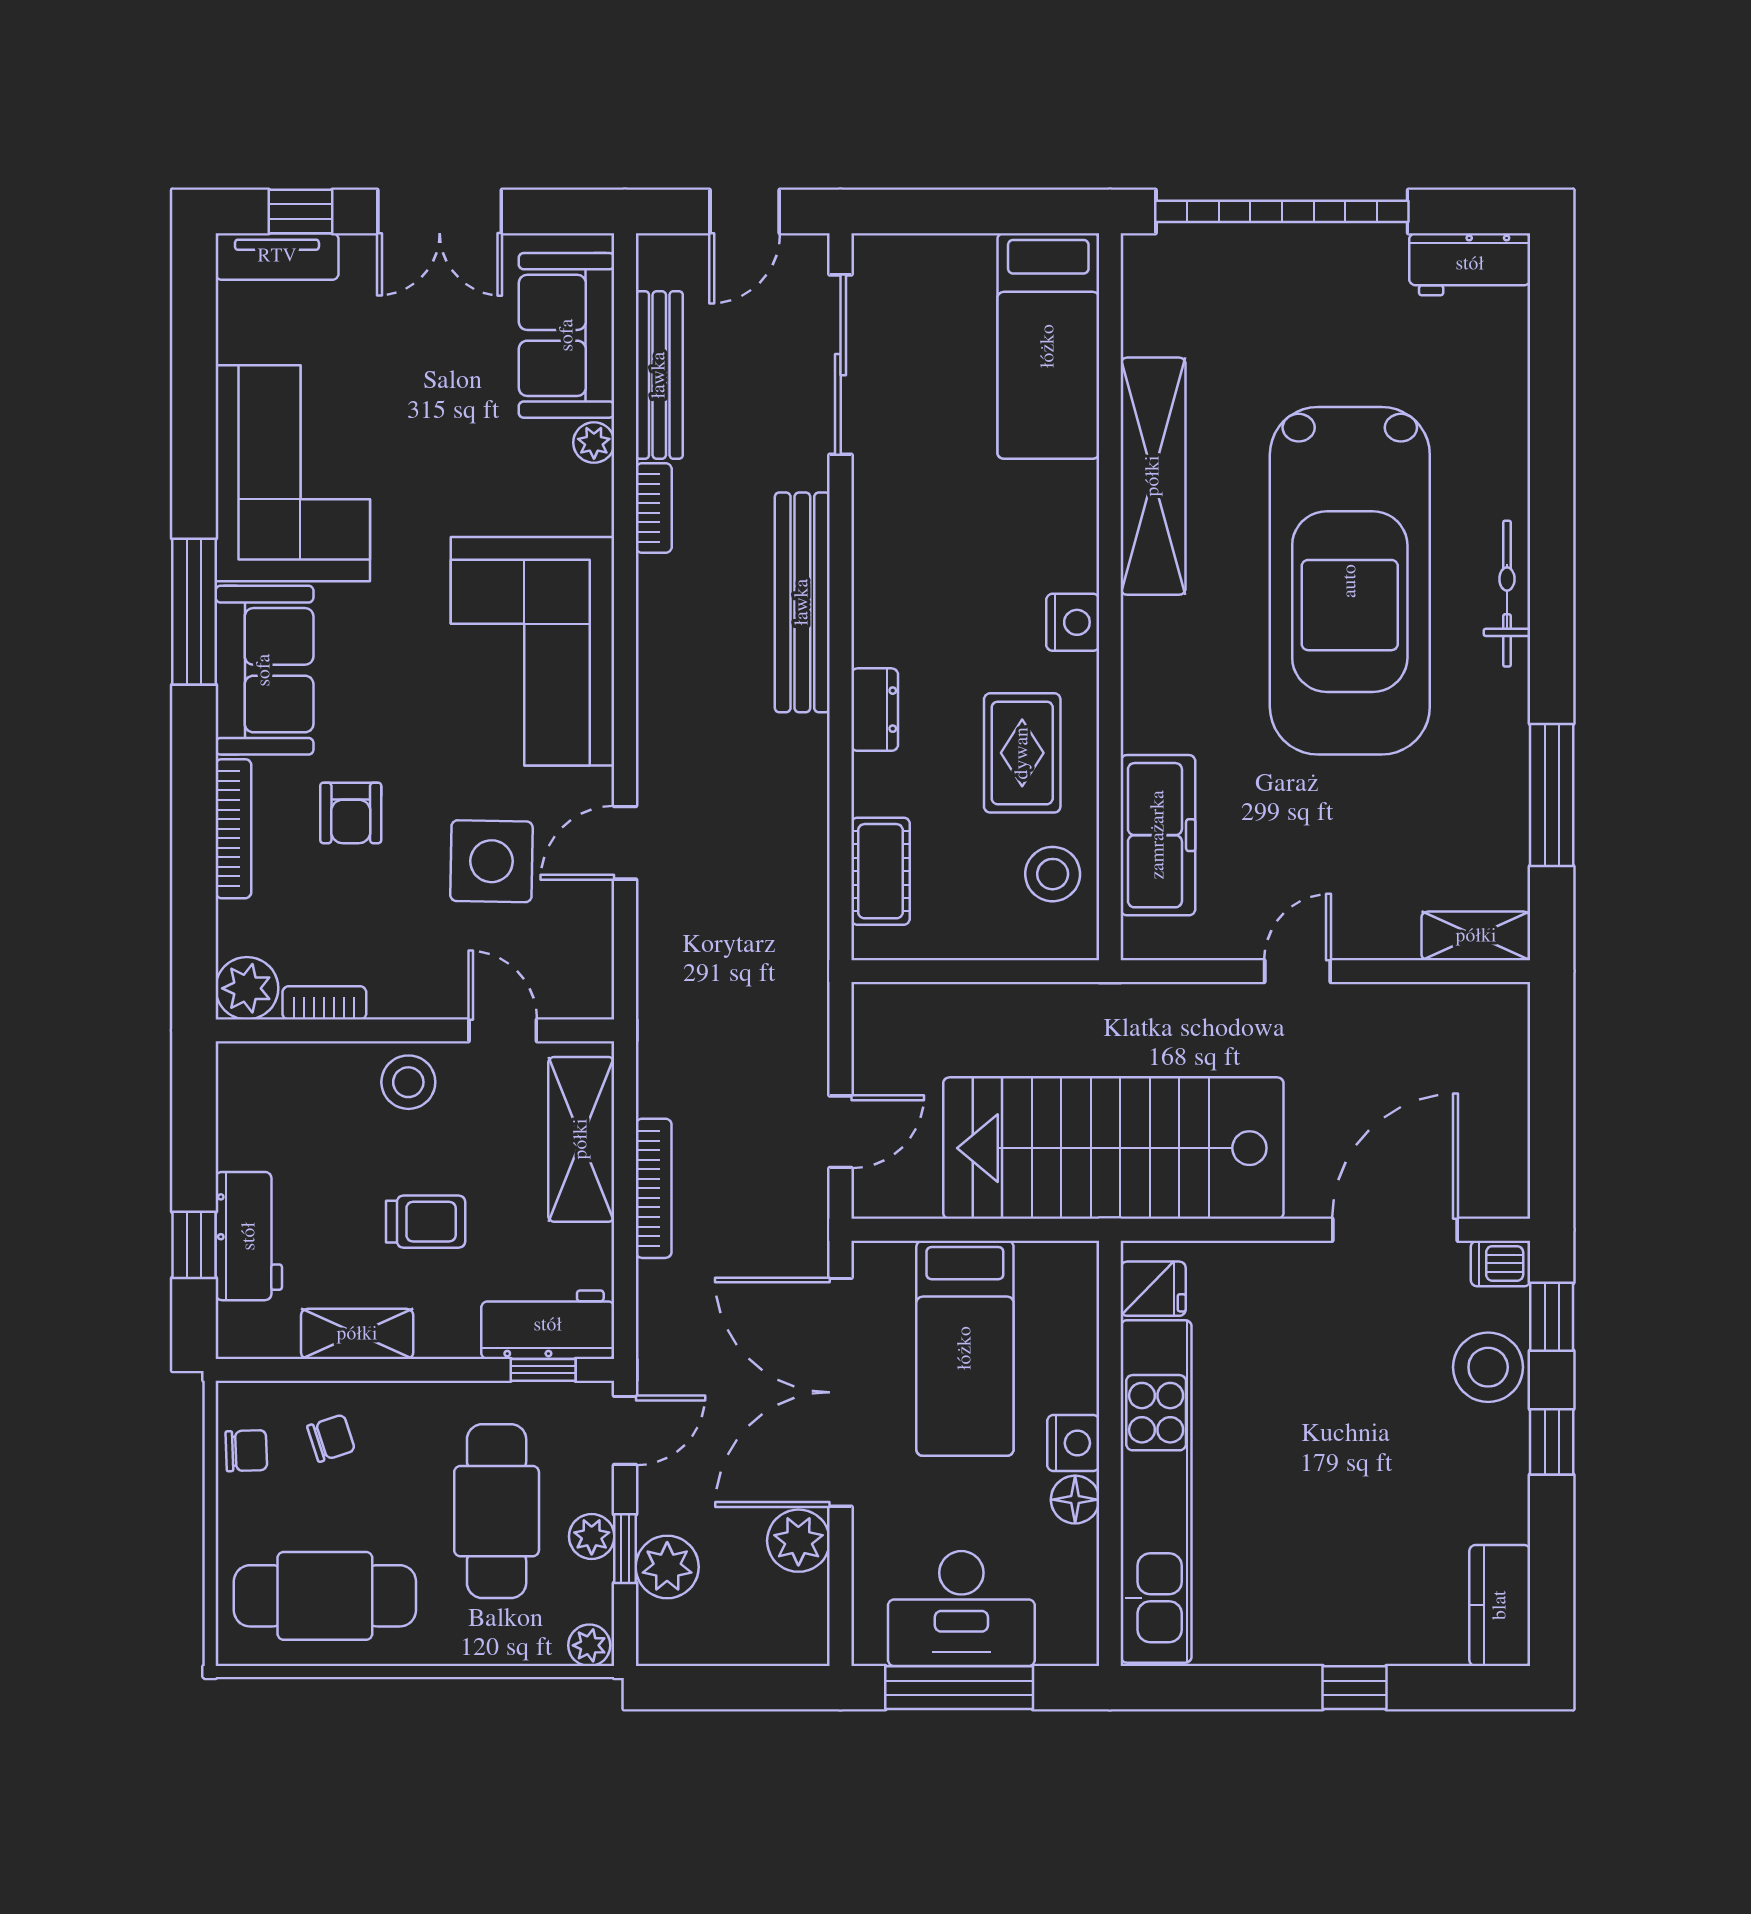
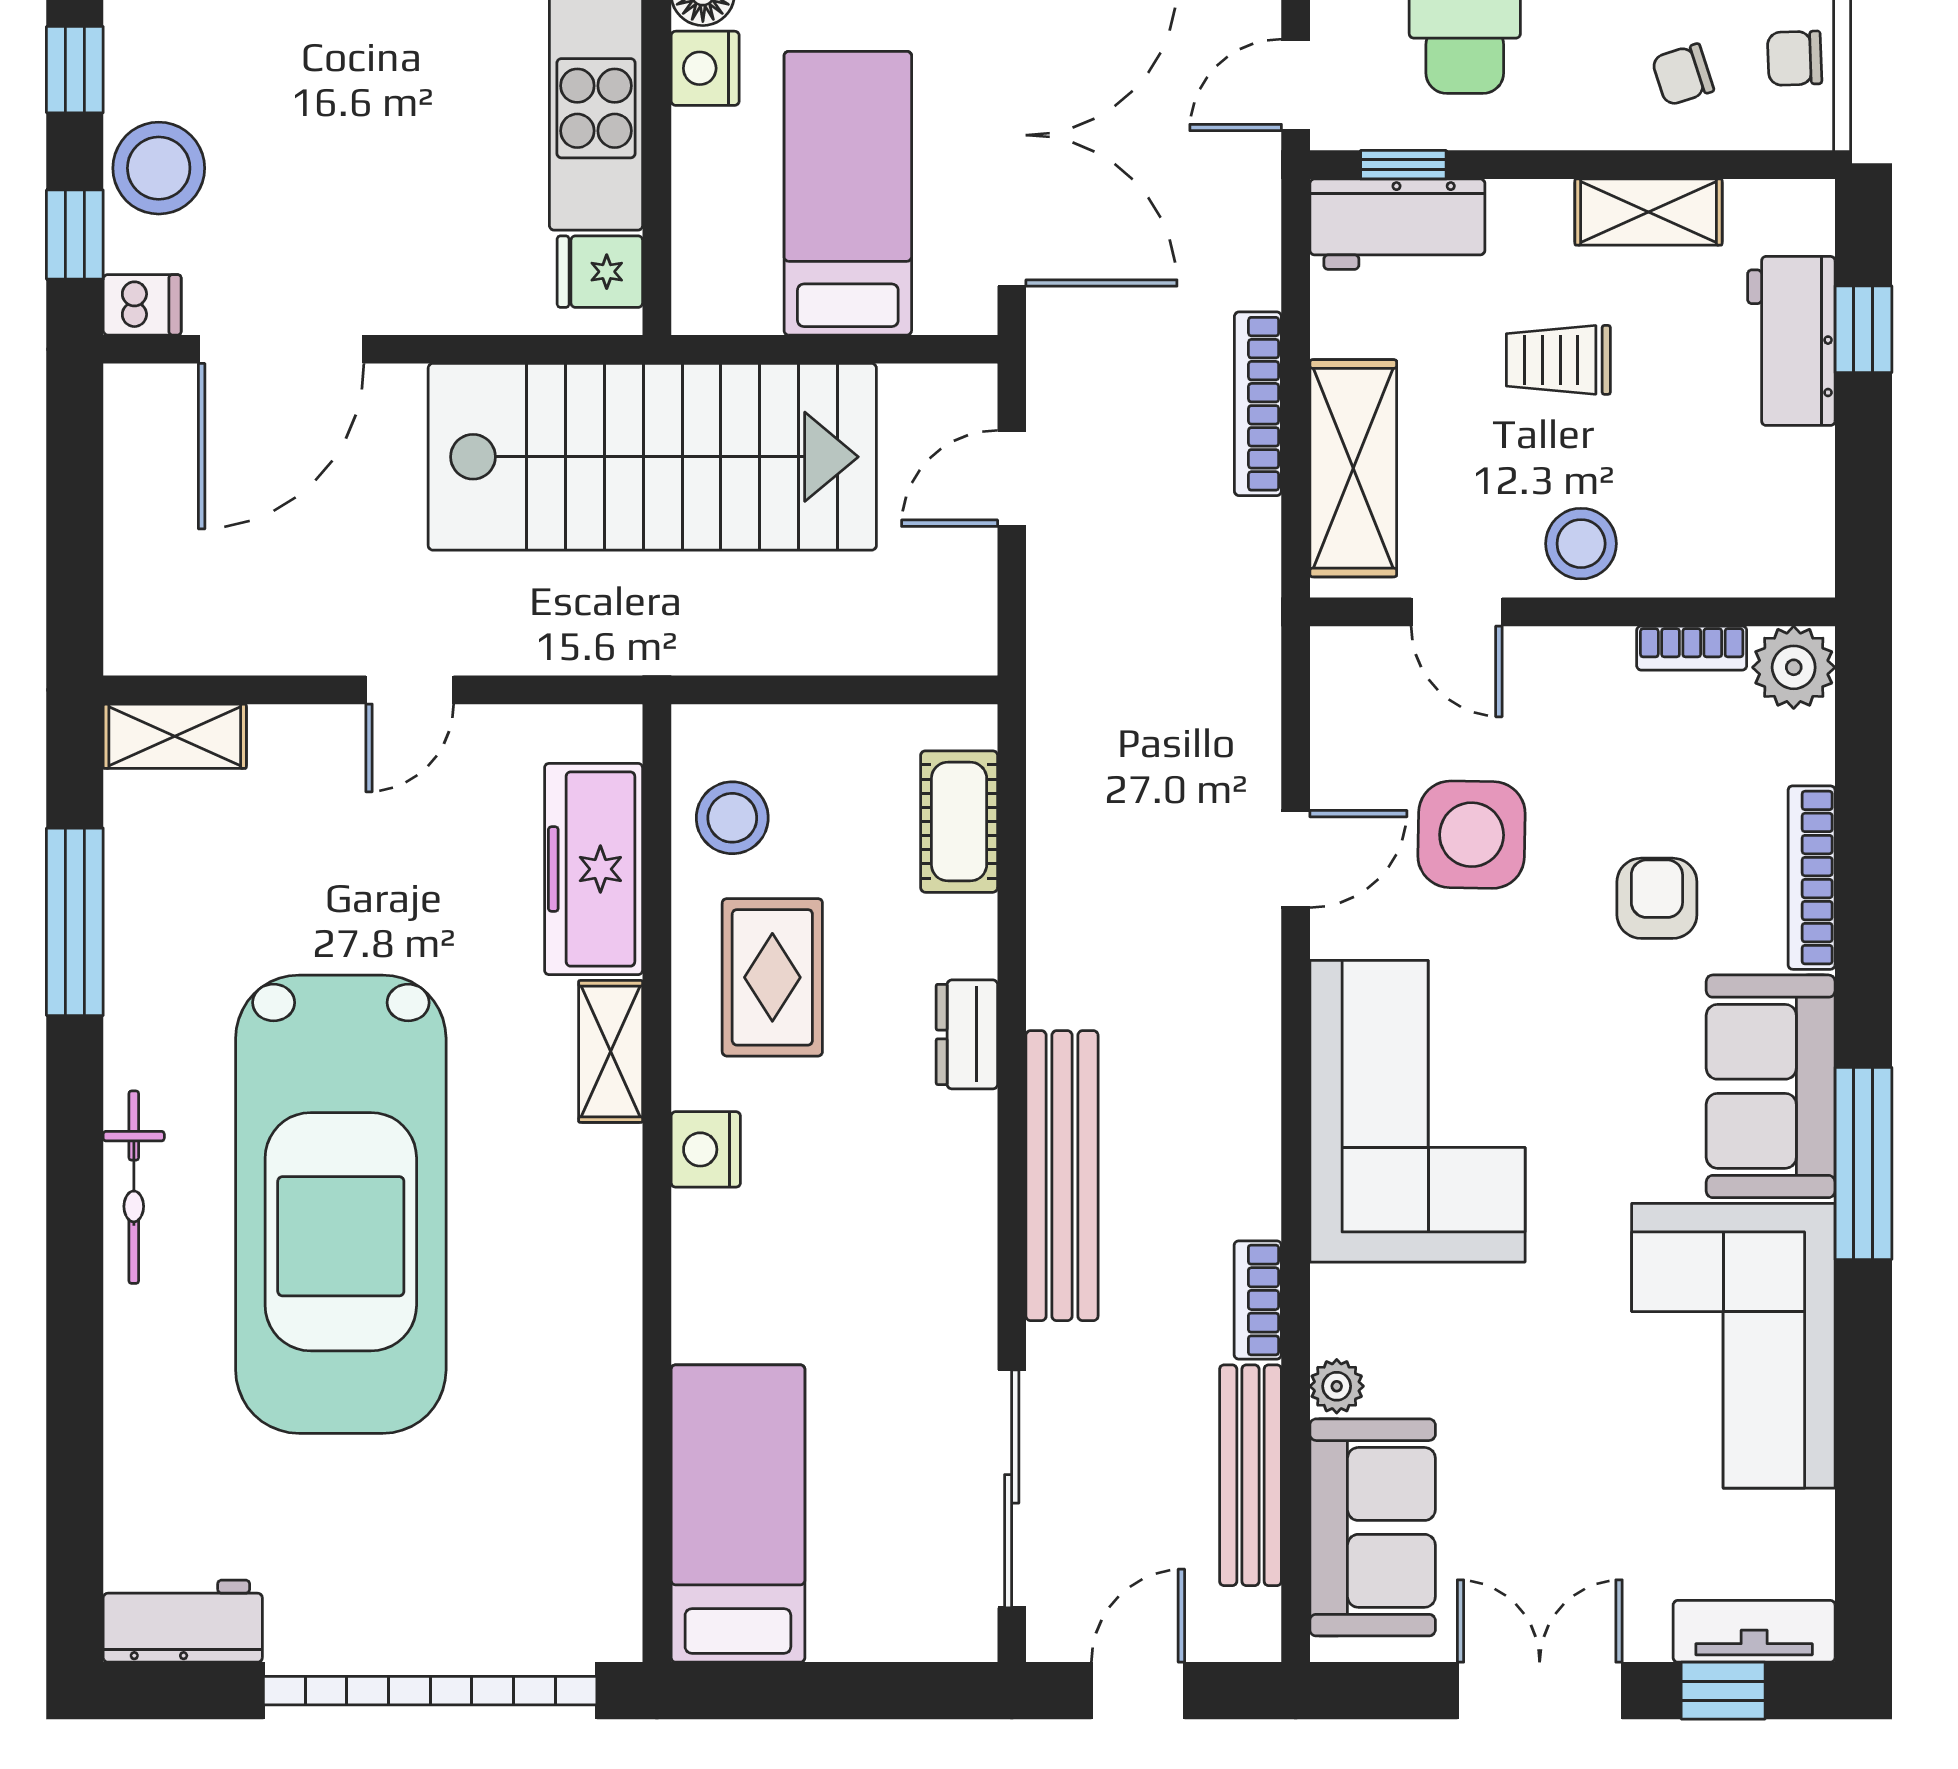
shelving: (1153, 476) -> (611, 1051), moved, width x0.45, depth x0.75
car: (1350, 581) -> (341, 1204), turned 180

